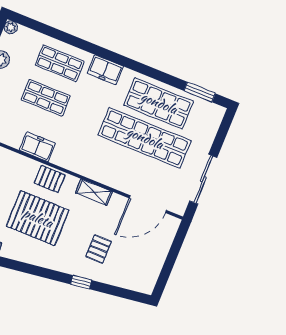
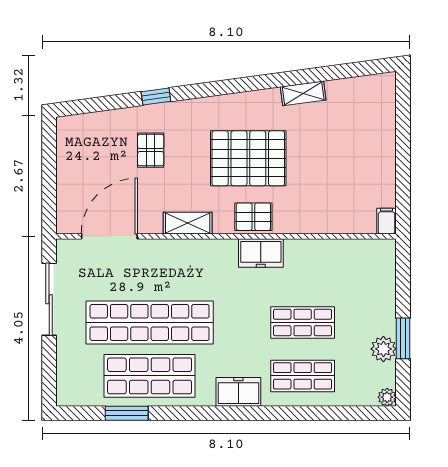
window: (200, 92) -> (127, 413), moved
freezer: (37, 147) -> (261, 253), moved

